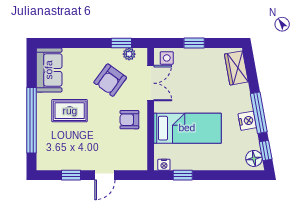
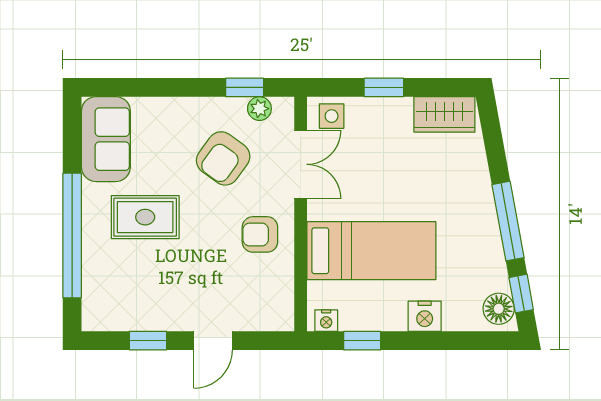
wardrobe: (236, 68) -> (444, 114), moved, turned -80
nightstand: (247, 121) -> (425, 316), moved, turned 100

